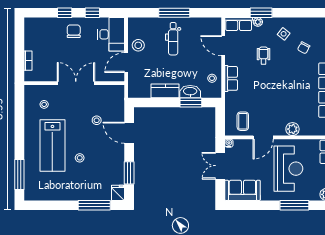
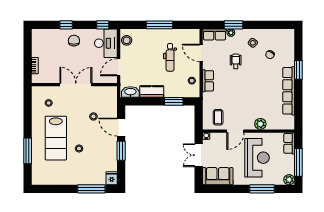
window: (92, 13) -> (103, 25), moved
dental chair: (173, 39) -> (170, 57), moved
stool: (138, 45) -> (127, 40), moved
washbasin: (190, 92) -> (130, 92), moved
window: (129, 173) -> (121, 151), moved
window: (19, 175) -> (28, 151), moved

